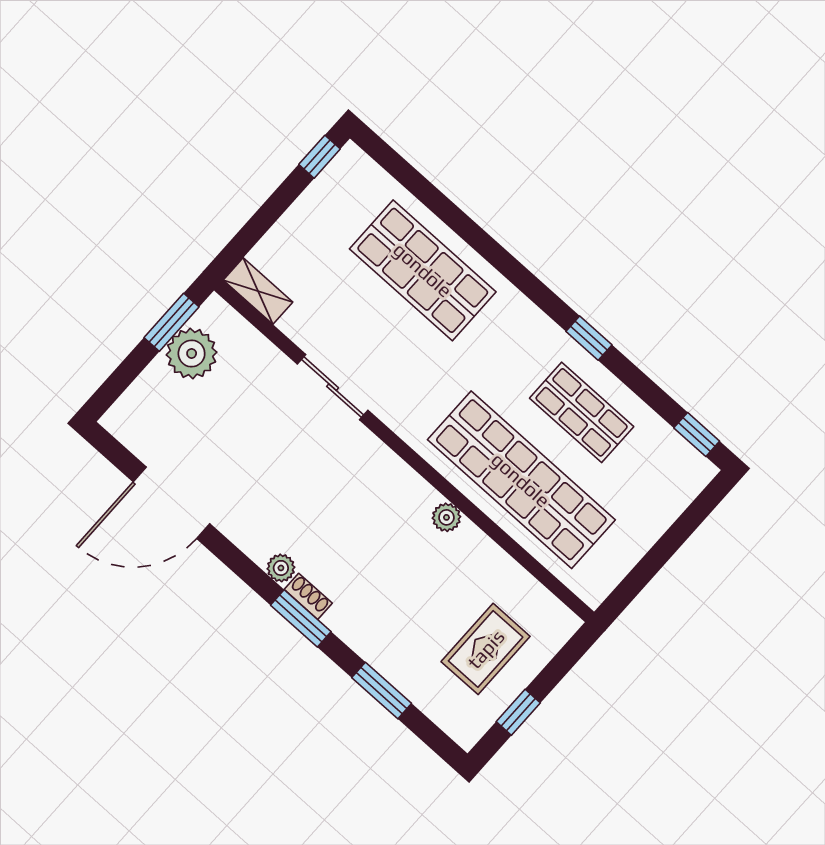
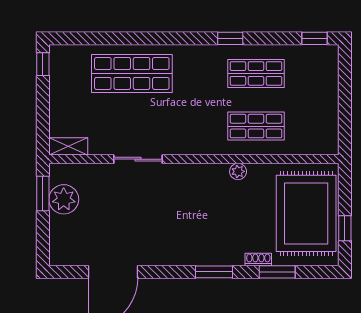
shop shelf: (521, 480) -> (256, 126), width x0.50, depth x0.74
plant: (281, 568) -> (186, 258), removed
shoe rack: (308, 596) -> (258, 259), moved
rug: (486, 649) -> (306, 213), width x1.86, depth x2.06

